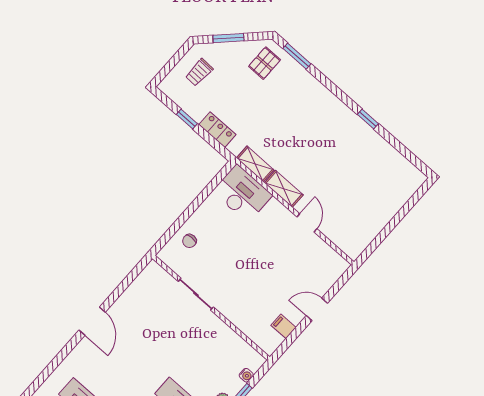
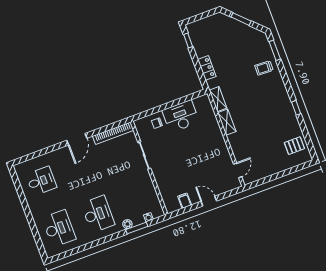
pallet: (264, 63) -> (294, 146), moved
trolley: (199, 72) -> (264, 68), moved
window: (187, 119) -> (188, 40), moved
desk: (242, 193) -> (181, 116), moved, turned -90
door: (307, 223) -> (238, 170), moved
bookcase: (137, 287) -> (113, 133), added

